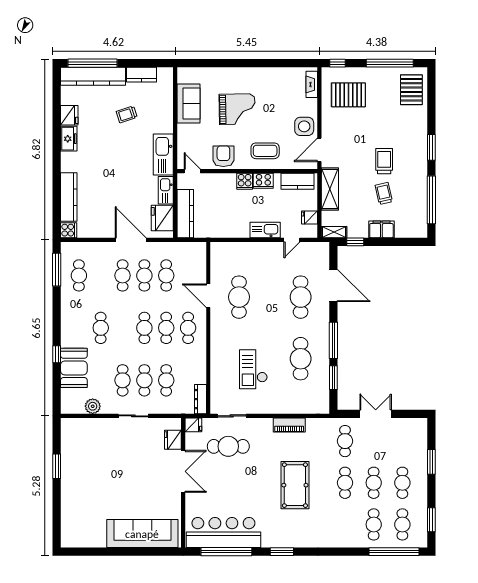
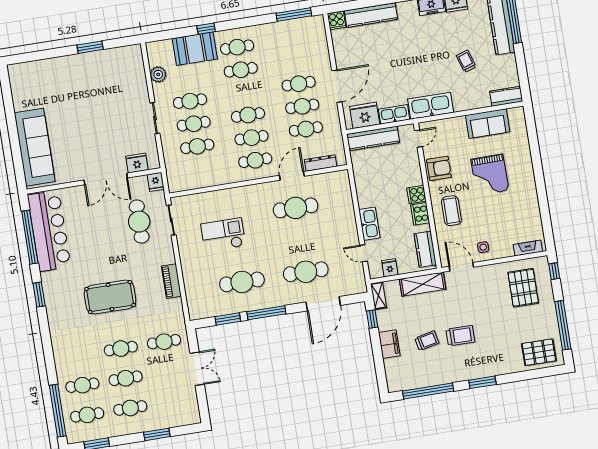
kitchen counter: (141, 75) -> (506, 96), moved, turned 90
side table: (304, 126) -> (483, 247), width x0.54, depth x0.54
cafe table: (79, 275) -> (237, 47), moved
dresser: (200, 399) -> (321, 163), moved

